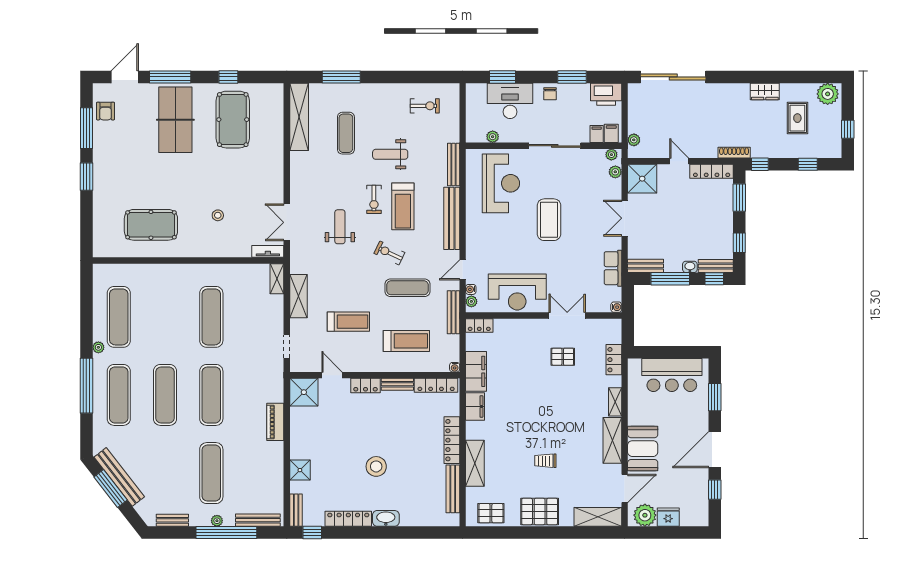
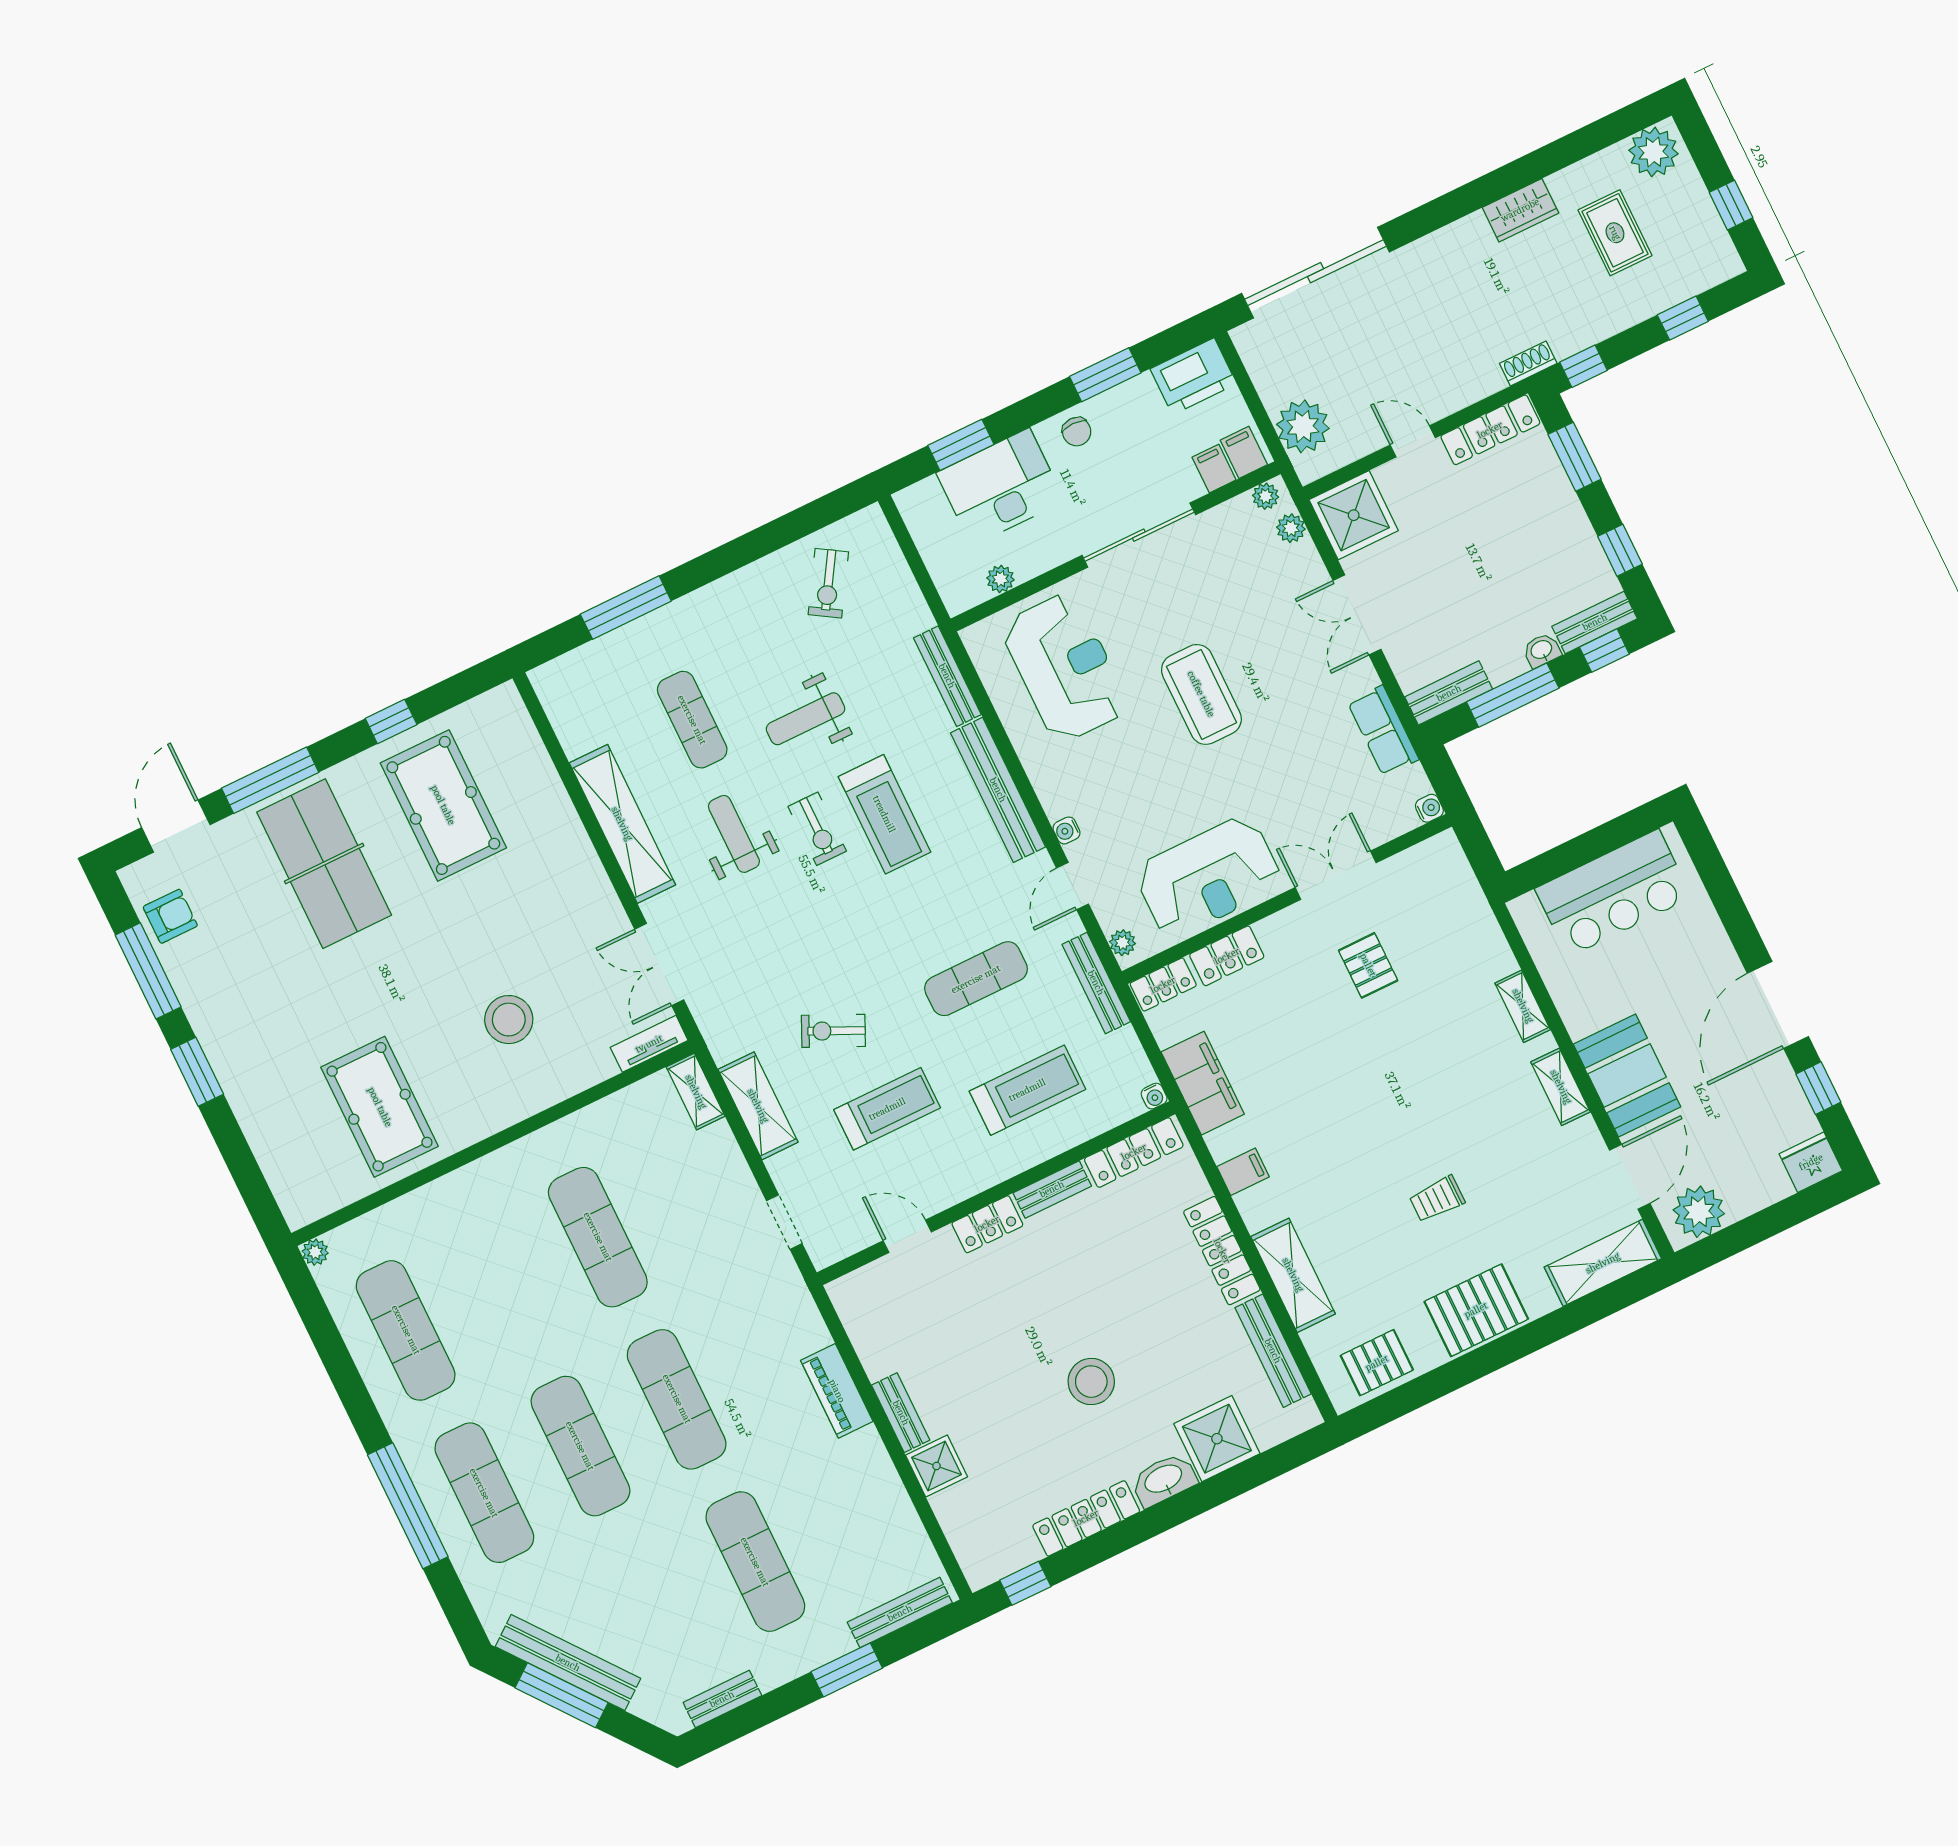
exercise bike: (425, 106) -> (828, 583), turned 122
armchair: (105, 111) -> (170, 916), turned -90
shelving: (299, 117) -> (622, 824), moved
plant: (634, 140) -> (1303, 426), width x1.88, depth x1.88
shoe rack: (734, 153) -> (1528, 363), width x0.70
stool: (218, 215) -> (509, 1020), width x1.89, depth x1.89
pool table: (151, 225) -> (380, 1107), turned 90
weight bench: (340, 227) -> (734, 834), moved
exercise bike: (389, 253) -> (833, 1031), moved
water cooler: (471, 289) -> (1067, 830), moved
plant: (98, 347) -> (315, 1252), moved
pallet: (563, 357) -> (1368, 965), turned 90
locker: (614, 360) -> (1227, 956), moved, turned -90
shower: (304, 392) -> (1217, 1439), moved
window: (715, 397) -> (1725, 896), removed
filing cabinet: (475, 406) -> (1243, 1172), width x0.50
shelving: (612, 440) -> (1561, 1087), width x0.67, depth x0.75
bench: (296, 510) -> (901, 1413), moved
fridge: (668, 517) -> (1811, 1162), moved
plant: (217, 521) -> (815, 1655), removed
window: (226, 533) -> (847, 1670), width x0.47

